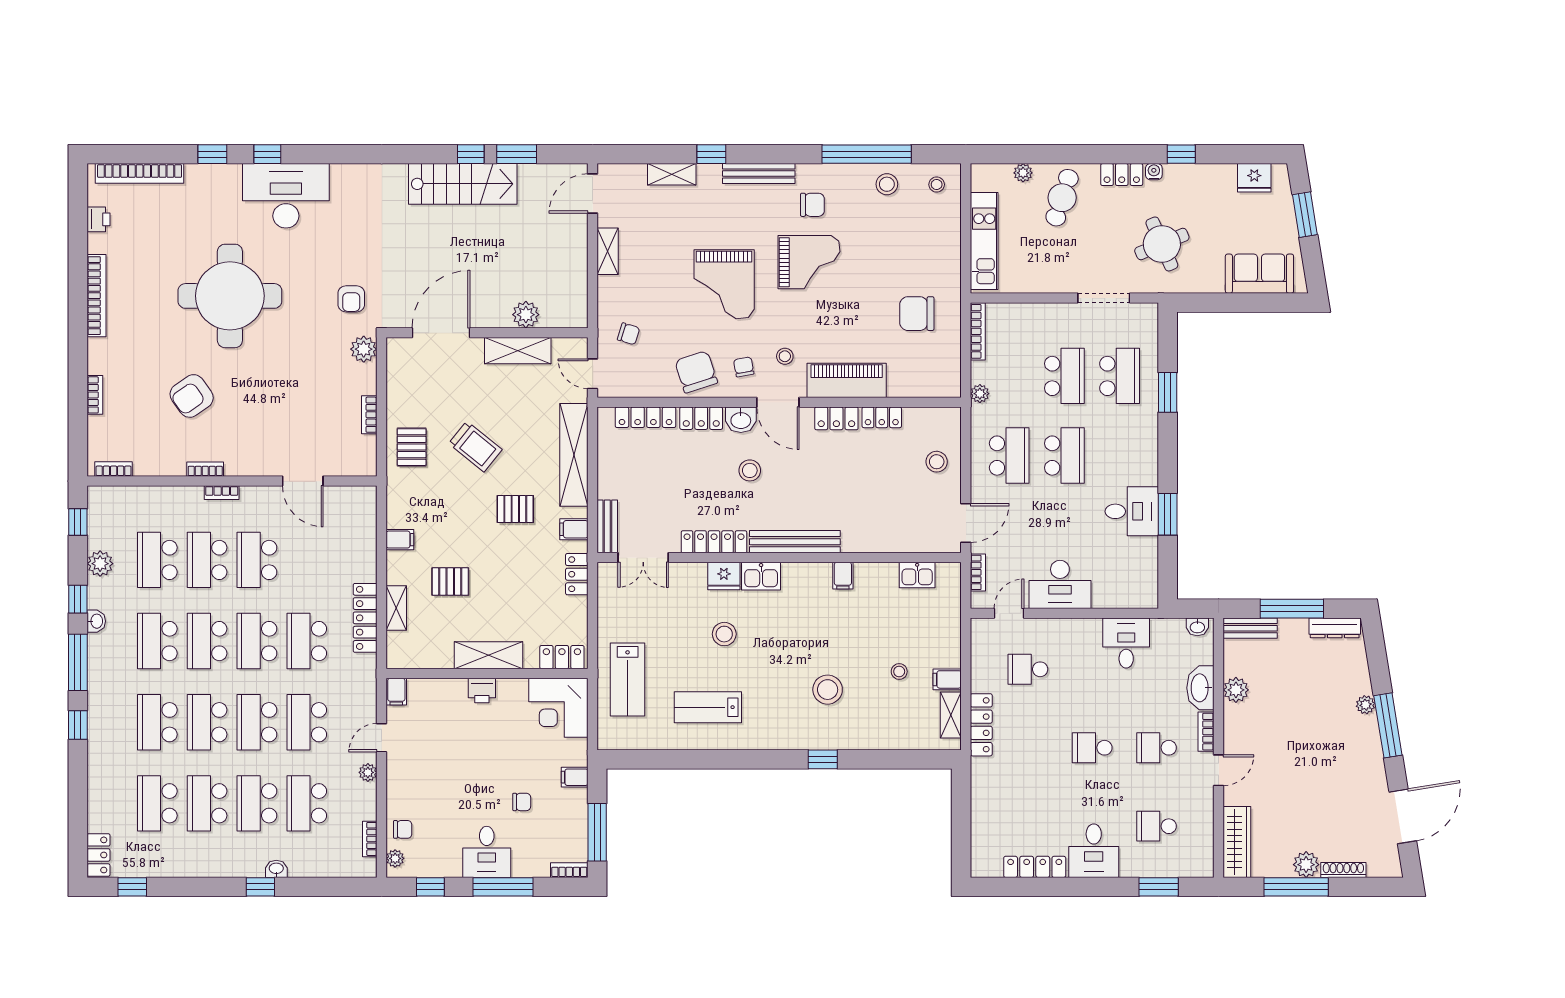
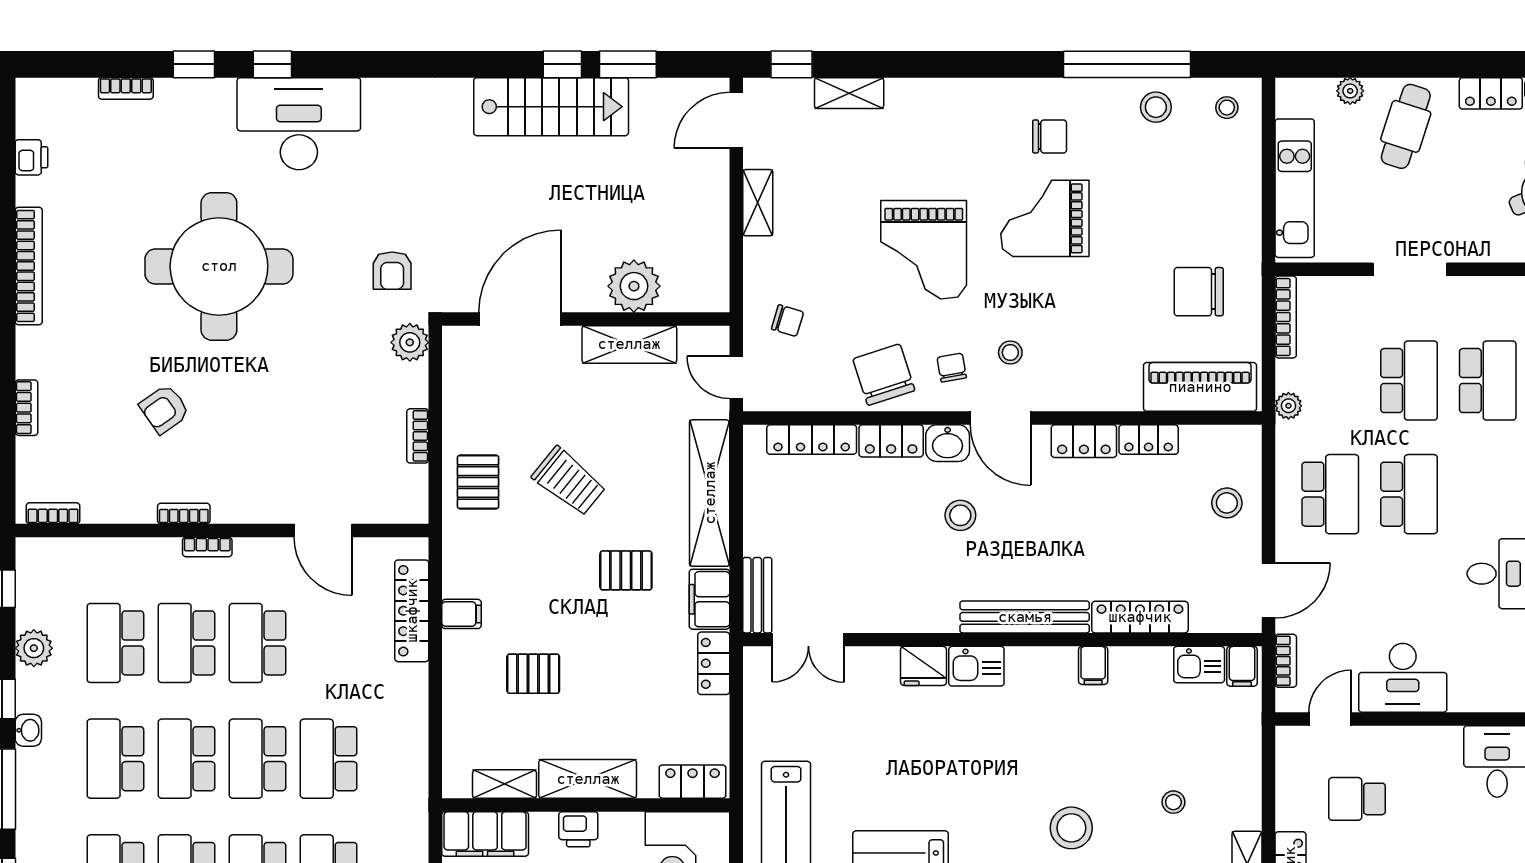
window: (711, 154) -> (792, 64), moved
bookcase: (140, 173) -> (126, 88), width x0.43, depth x0.76
bench: (759, 174) -> (973, 92), removed
grand piano: (809, 262) -> (1045, 218), turned 180
doorway: (1104, 298) -> (1410, 269), moved
plant: (526, 315) -> (634, 286), width x1.36, depth x1.36
piano: (847, 380) -> (1200, 387), moved
armchair: (192, 396) -> (164, 409), width x0.72, depth x0.72
filing cabinet: (574, 529) -> (709, 599), width x2.00
locker: (714, 542) -> (1140, 617), moved
shelving: (396, 608) -> (505, 784), moved, turned 90
locker: (365, 618) -> (412, 611), moved
stool: (724, 634) -> (924, 749), removed
filing cabinet: (947, 679) -> (1242, 666), moved, turned -90
filing cabinet: (396, 692) -> (485, 834), width x3.00, depth x1.17

